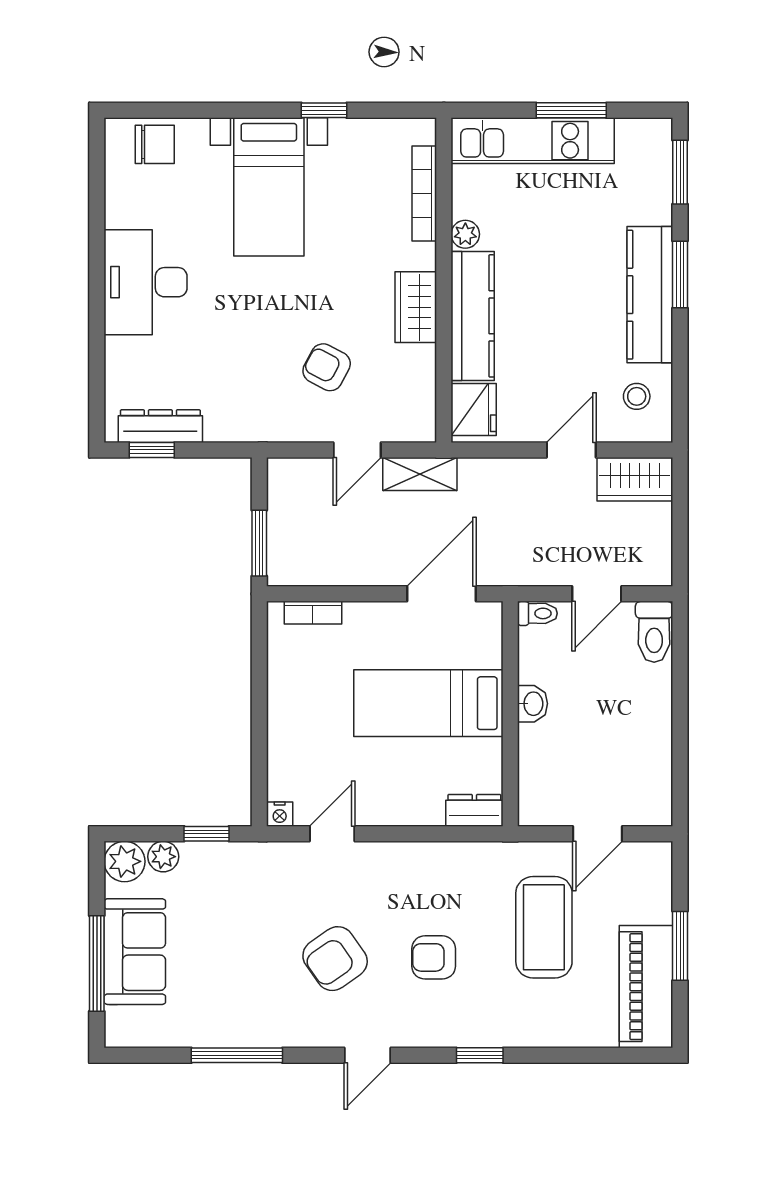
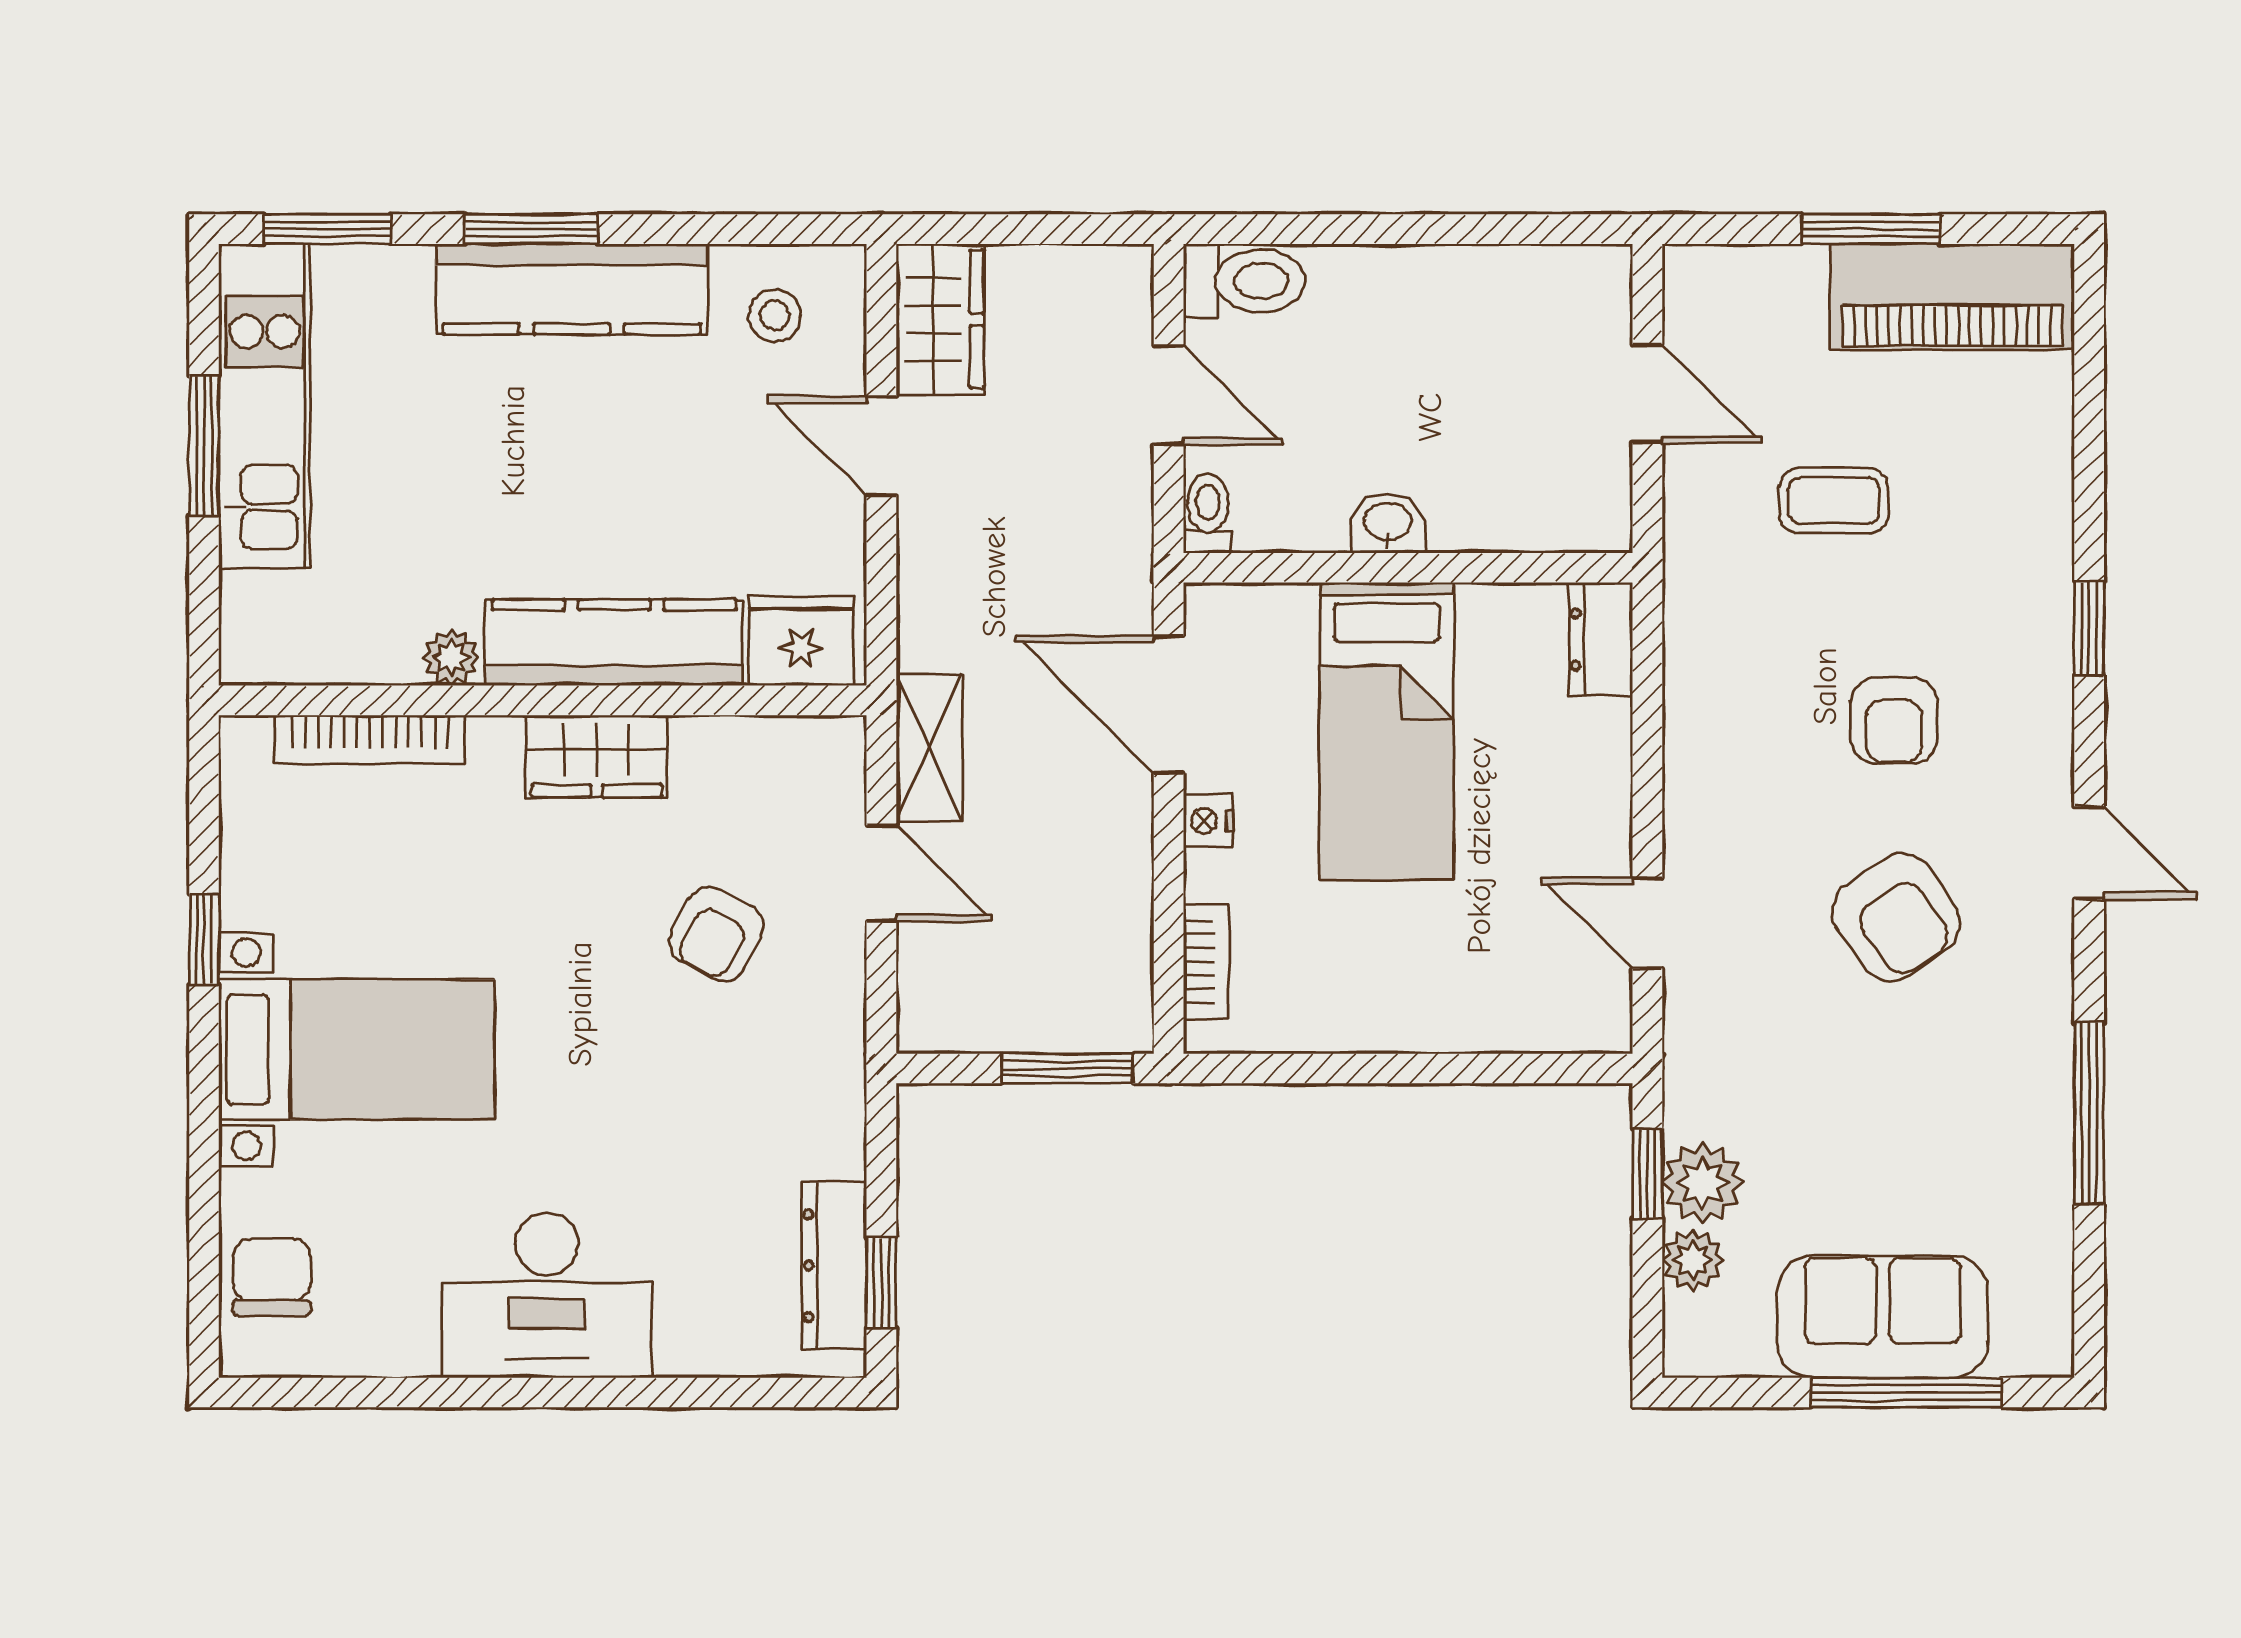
kitchen unit: (533, 141) -> (265, 406), moved
nightstand: (280, 814) -> (1208, 821), moved, turned 180
plant: (125, 861) -> (1703, 1183), moved
coffee table: (544, 927) -> (1834, 501), width x0.54, depth x0.58

